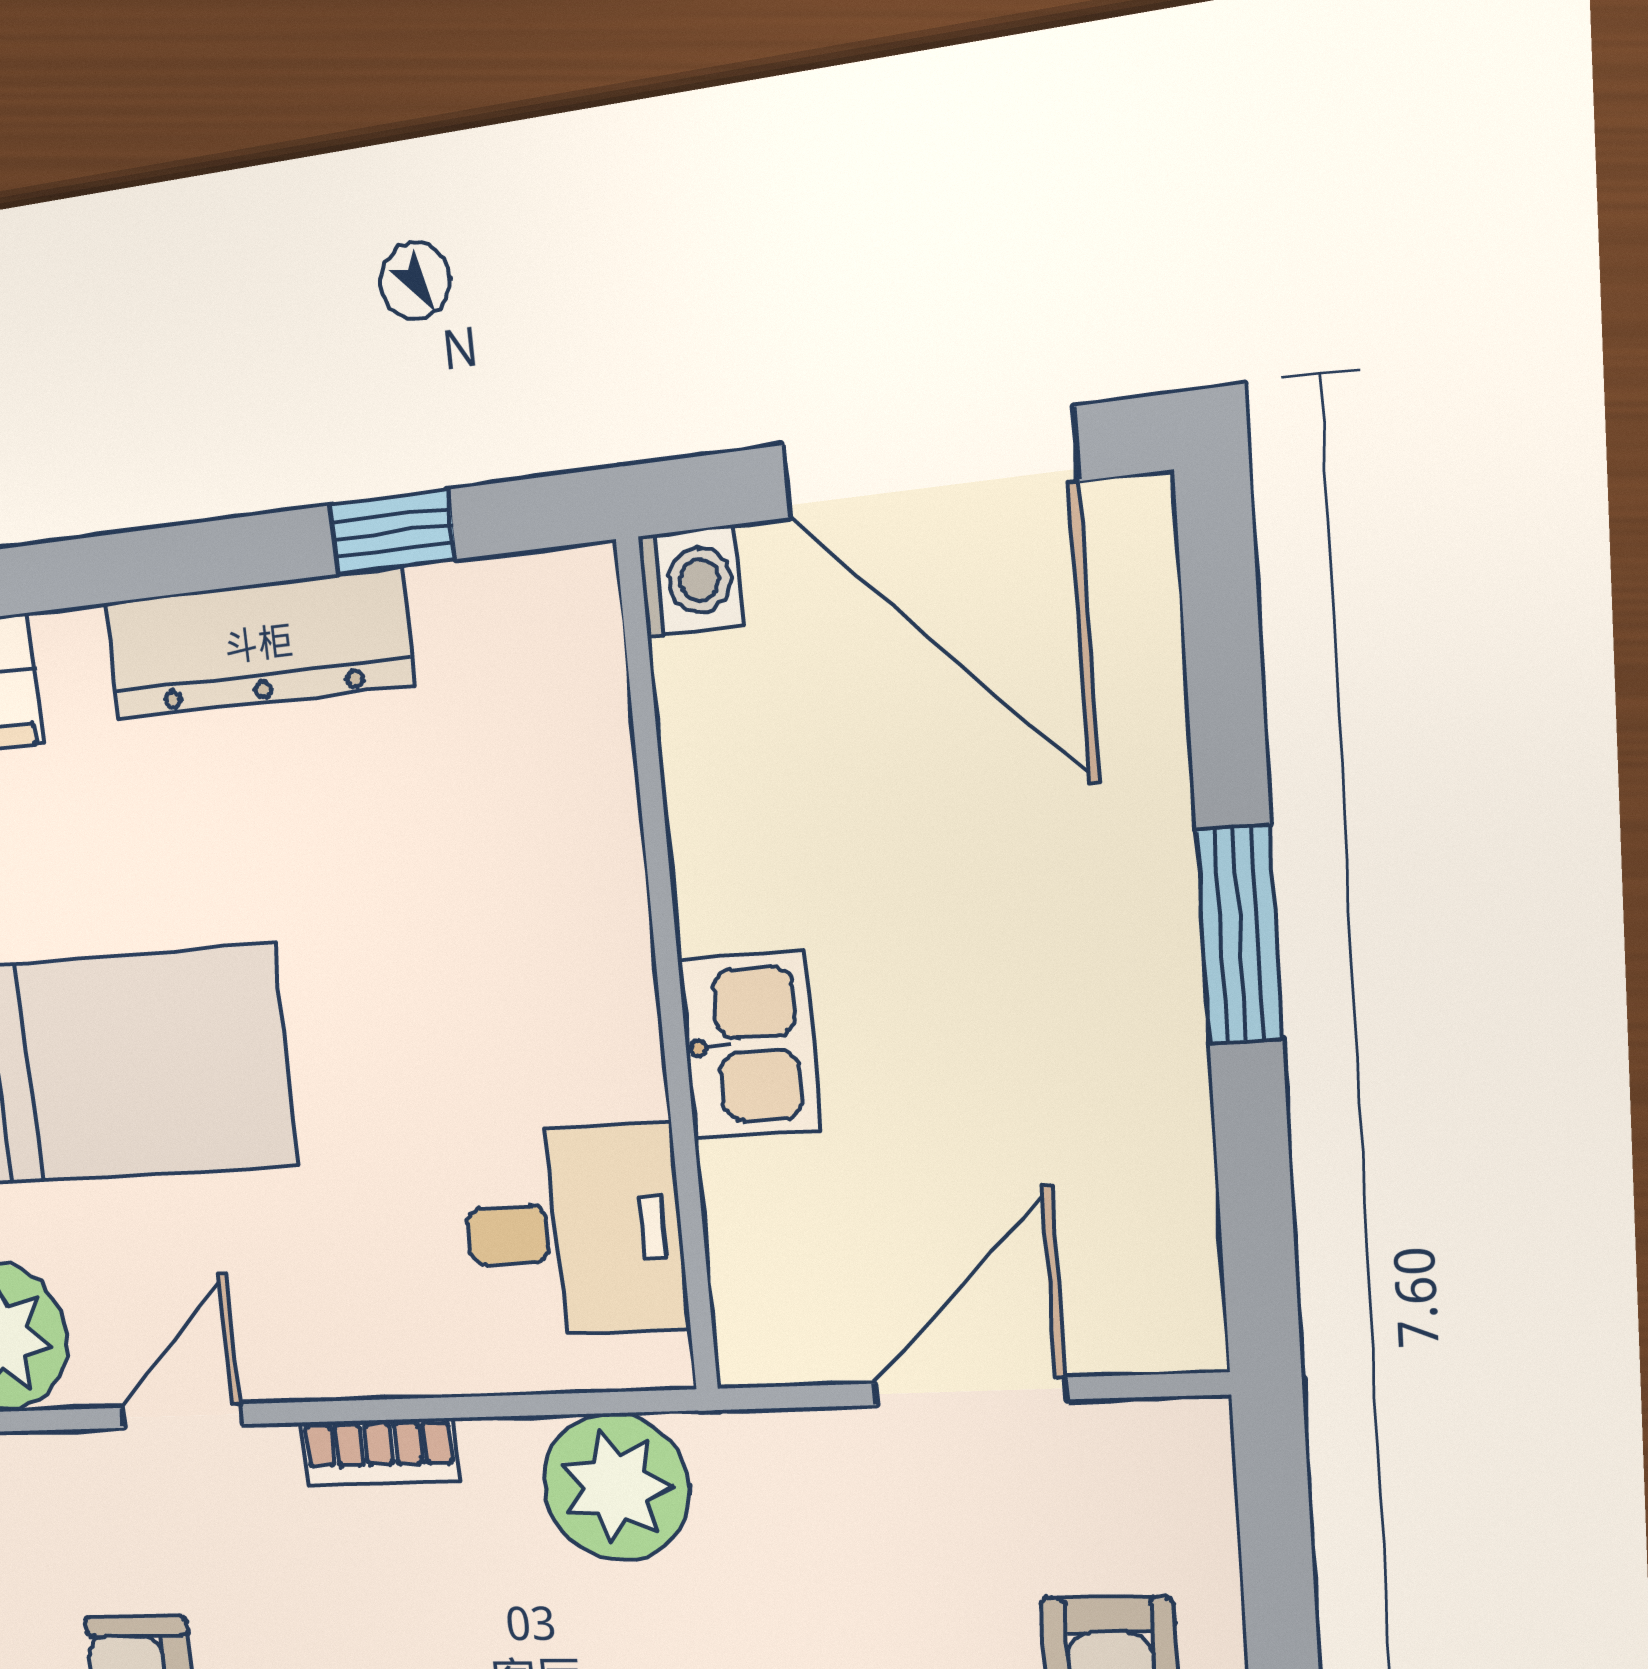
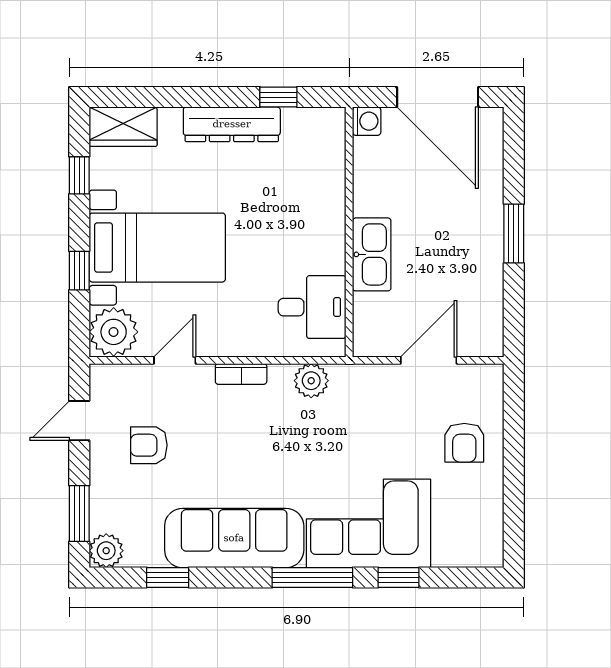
kitchen sink: (749, 1045) -> (372, 254), width x1.38
plant: (616, 1487) -> (311, 381), width x0.73, depth x0.73

